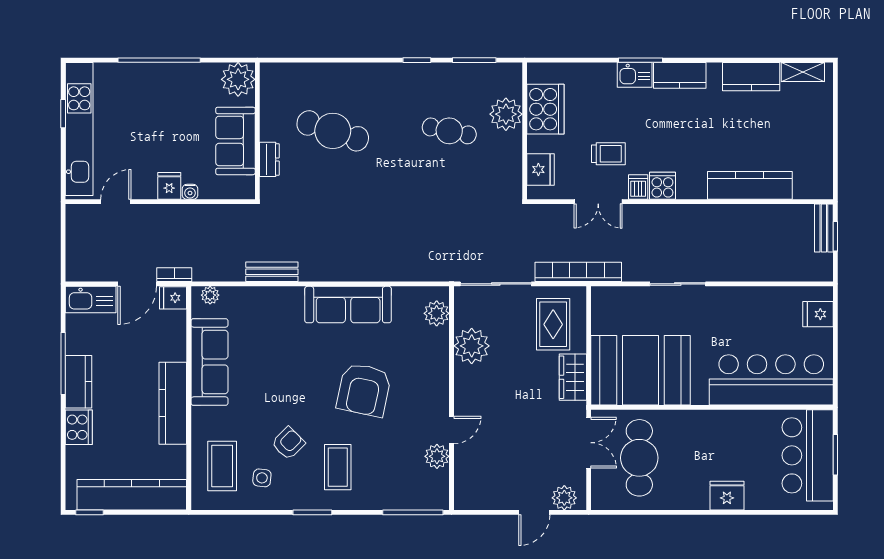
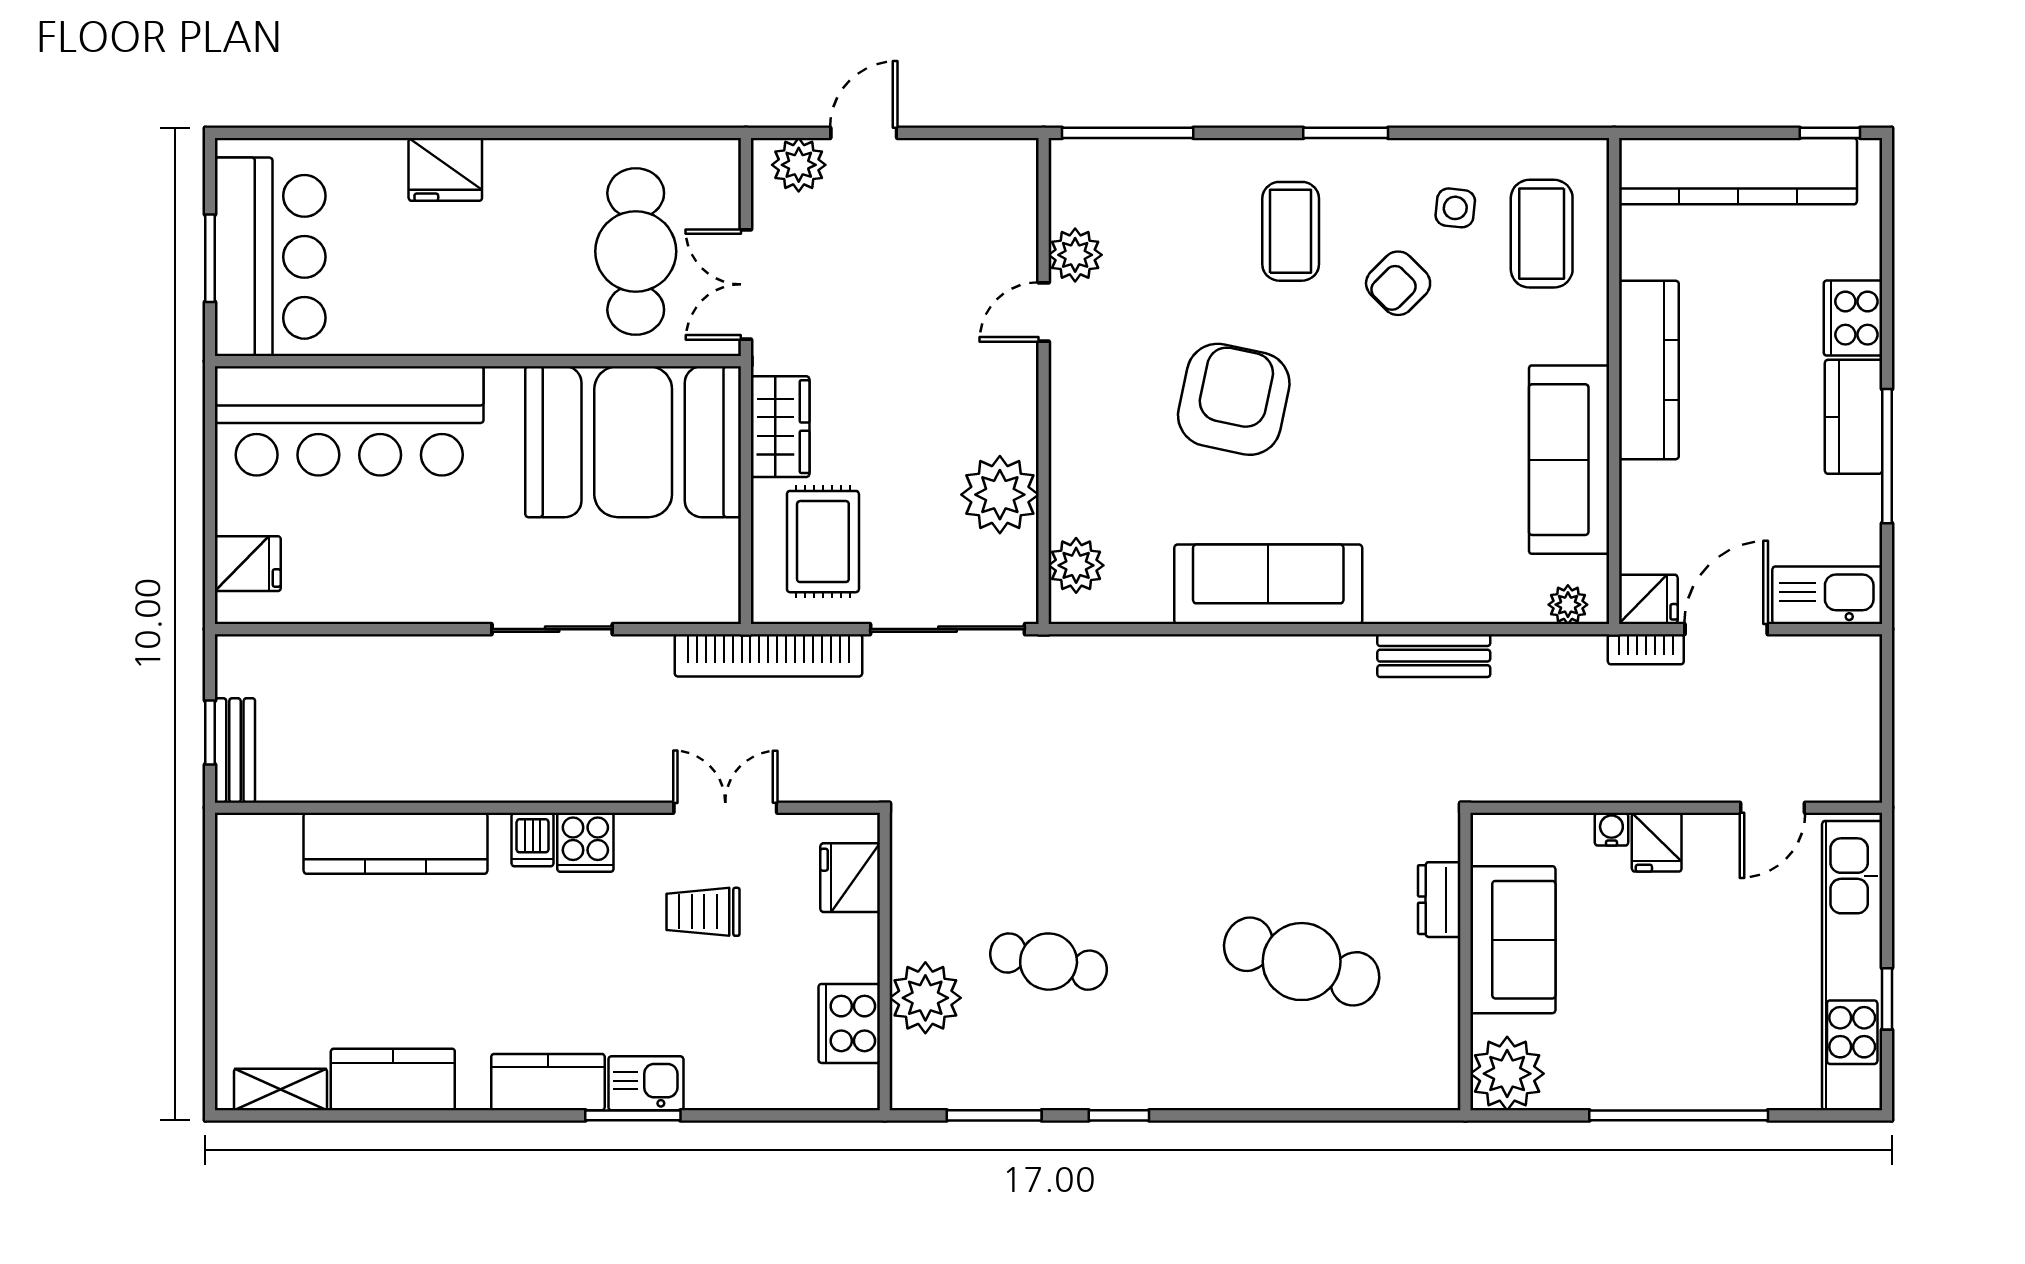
cooker: (545, 109) -> (849, 1023), width x0.73, depth x0.76
dishwasher: (638, 187) -> (533, 840), moved

